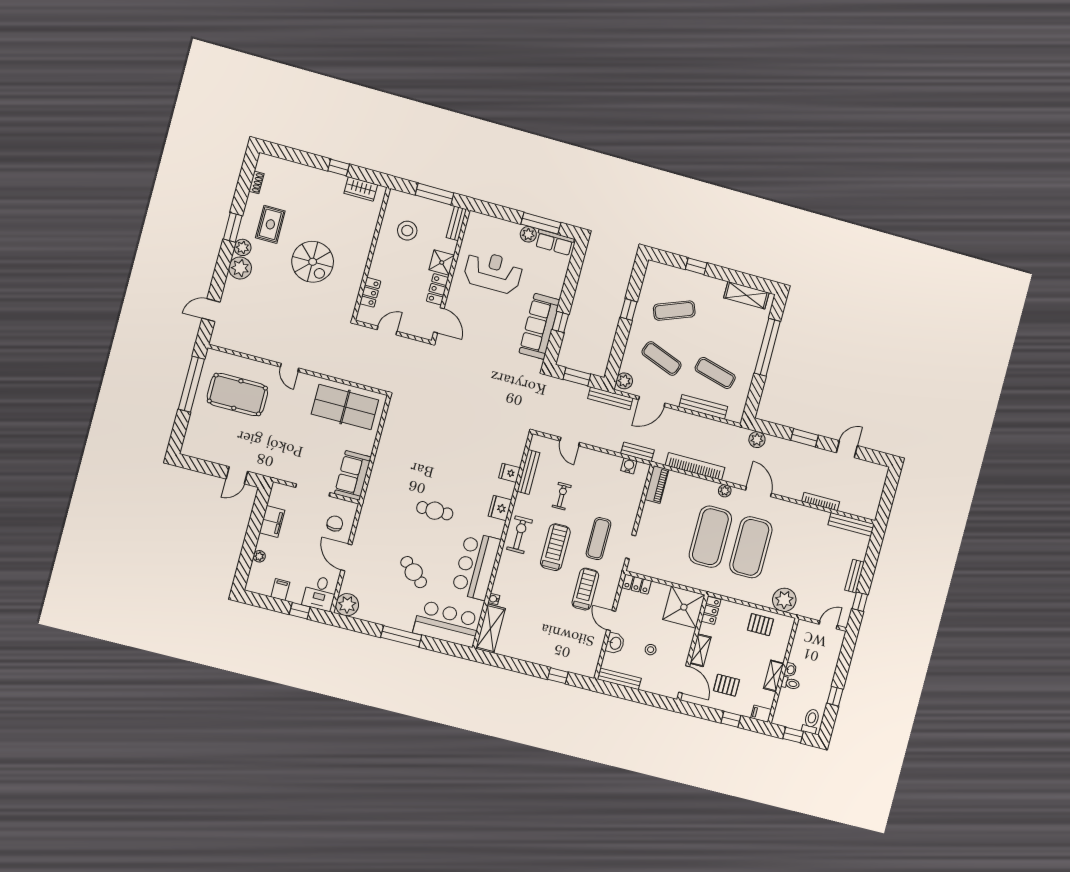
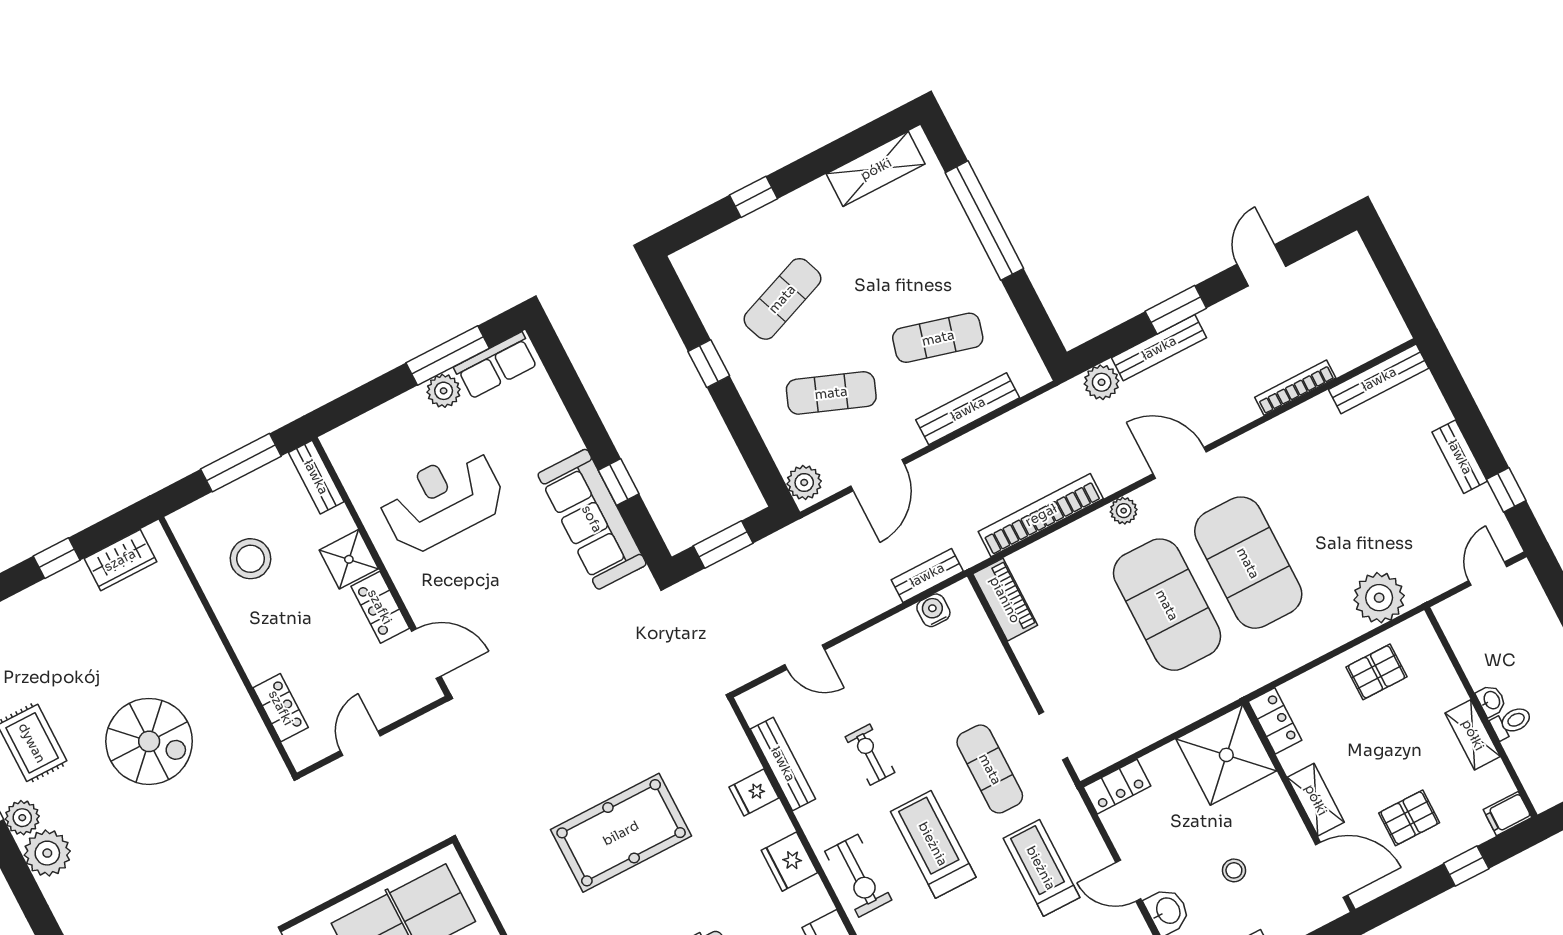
bench: (610, 398) -> (1159, 348), moved
pool table: (450, 445) -> (621, 833), added
exercise bike: (520, 535) -> (858, 876), turned 180

